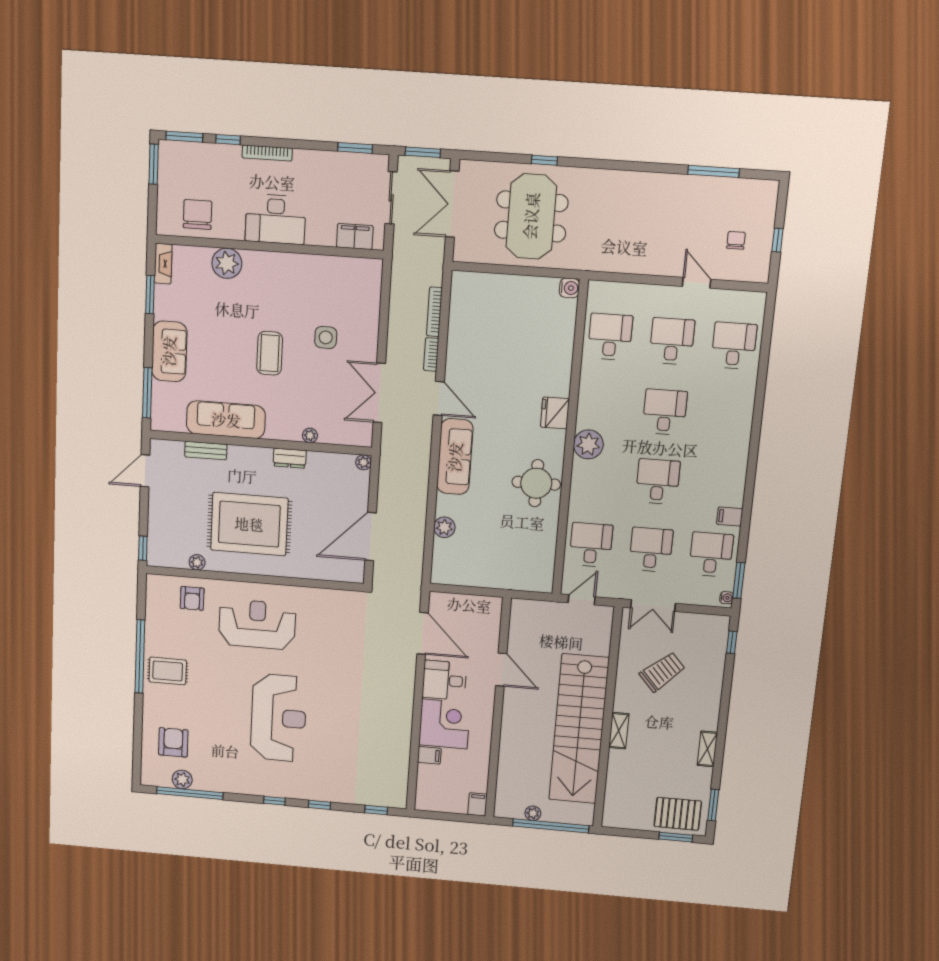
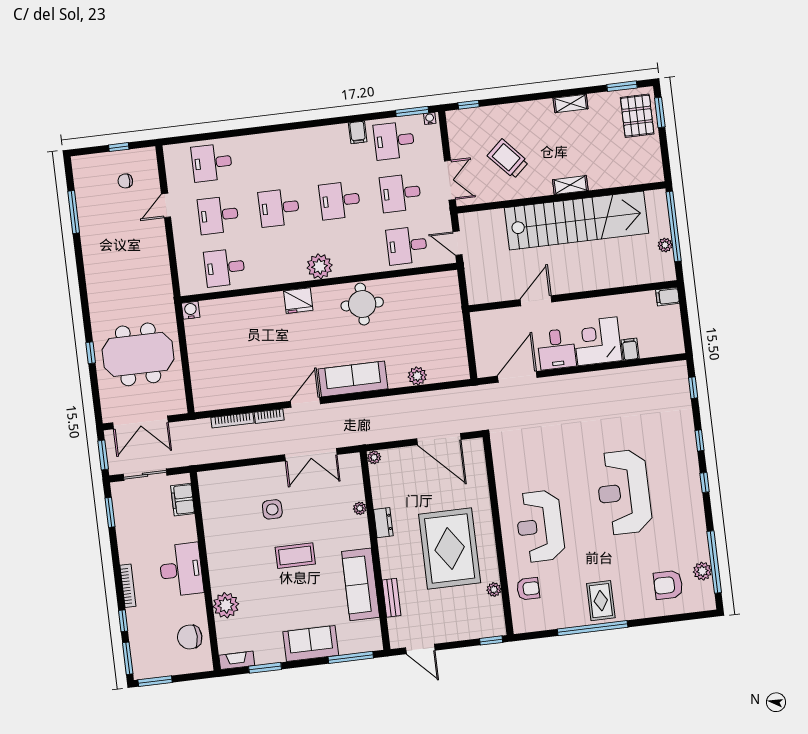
reception desk: (278, 718) -> (624, 492), turned -90

